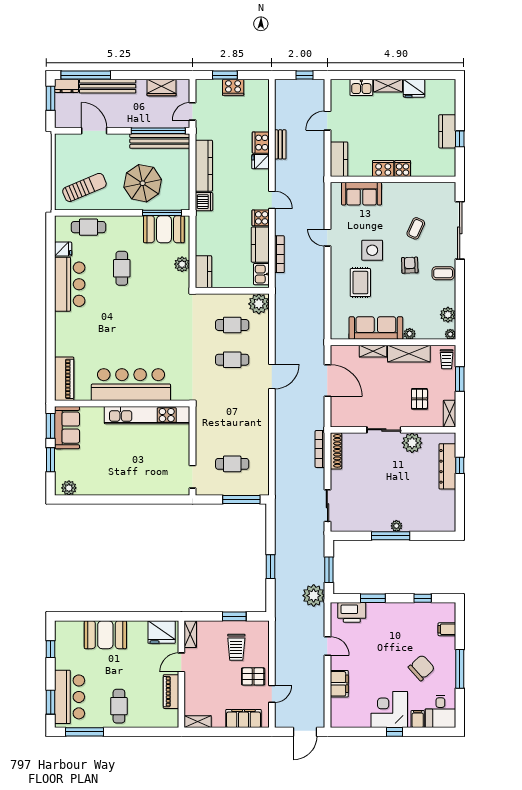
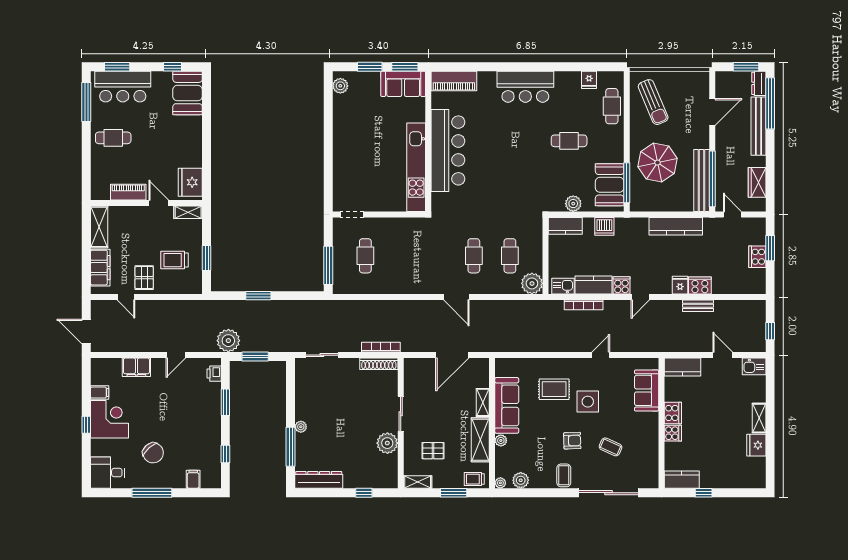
kitchen sink: (361, 87) -> (754, 366), moved, turned -90
kitchen counter: (447, 131) -> (682, 480), moved
dishwasher: (204, 202) -> (604, 226), moved
bar counter: (70, 284) -> (525, 87), moved
dresser: (447, 466) -> (319, 480), moved
window: (391, 536) -> (291, 447), moved
printer: (352, 612) -> (214, 374), width x0.53, depth x0.68
booth: (105, 635) -> (188, 93), moved
filing cabinet: (418, 719) -> (100, 393), moved
shelving: (198, 722) -> (99, 227), width x1.50, depth x1.33

